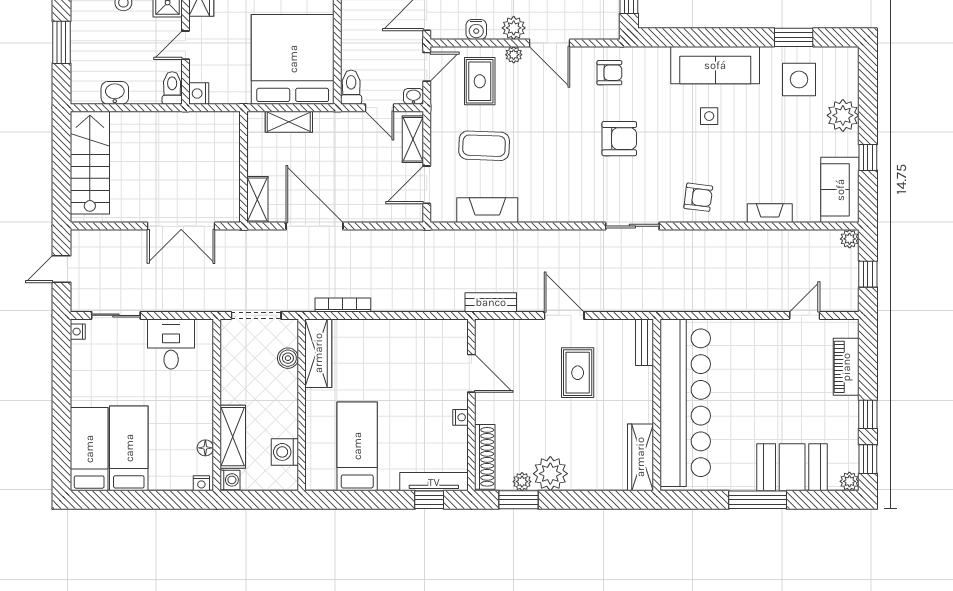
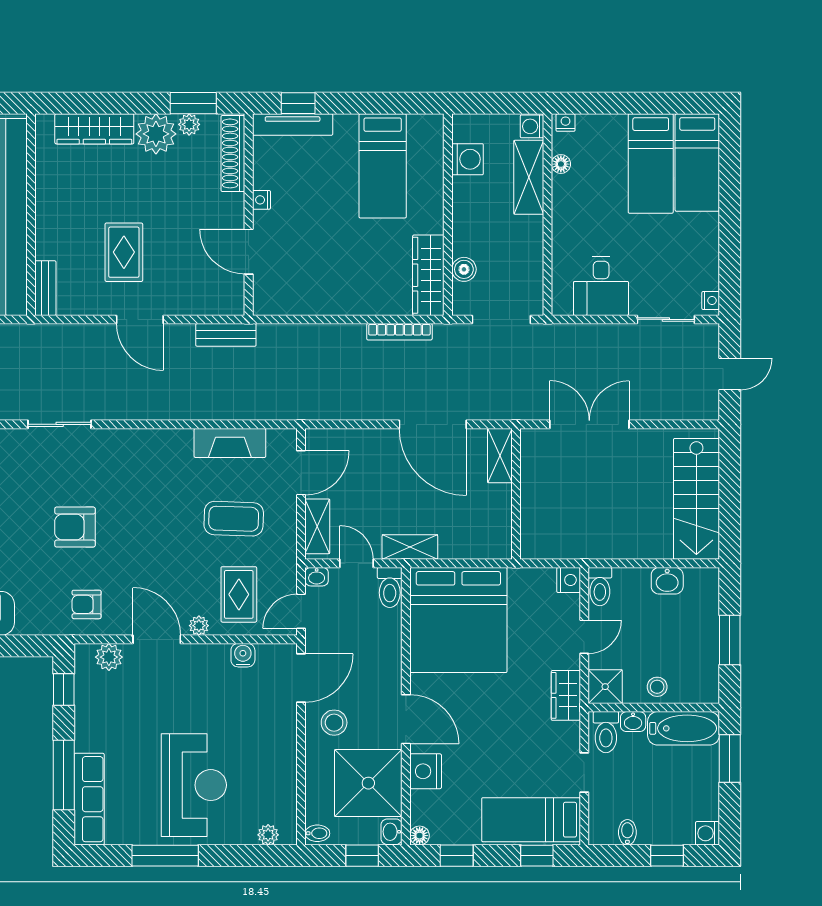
plant: (514, 28) -> (109, 657), moved
shelving: (289, 122) -> (410, 547), moved
wardrobe: (640, 457) -> (94, 129), moved, turned 90

